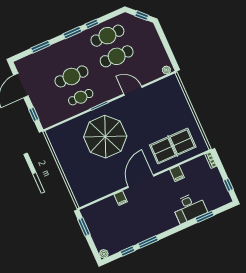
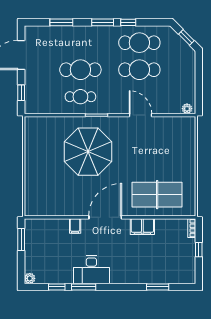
filing cabinet: (177, 174) -> (142, 227), width x2.00
window: (228, 185) -> (199, 250), moved
desk: (189, 208) -> (91, 270), moved

